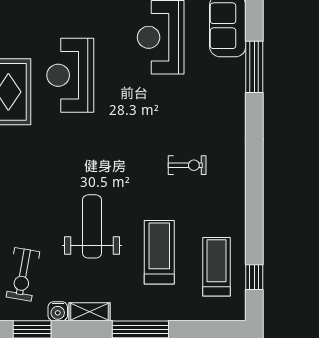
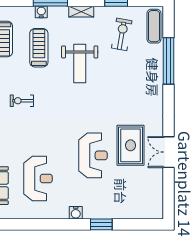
treadmill: (159, 252) -> (39, 48), turned 180
water cooler: (58, 311) -> (41, 12), moved

